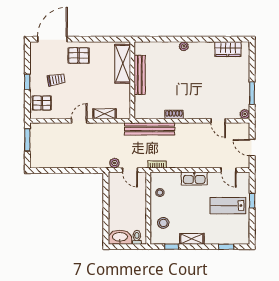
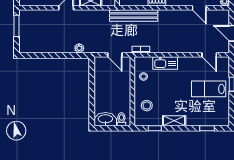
plant: (115, 163) -> (79, 48), moved
kitchen sink: (194, 179) -> (165, 63), moved

